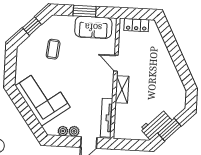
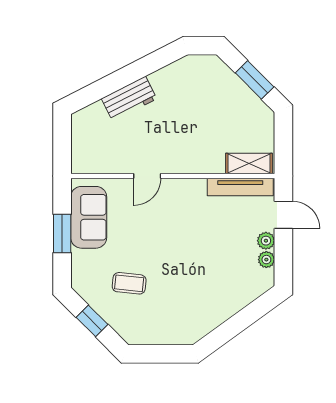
locker: (136, 25) -> (81, 145), removed
shelving: (122, 90) -> (249, 163), moved
corner sofa: (43, 97) -> (210, 297), removed
workbench: (156, 125) -> (129, 99), moved, turned -72

